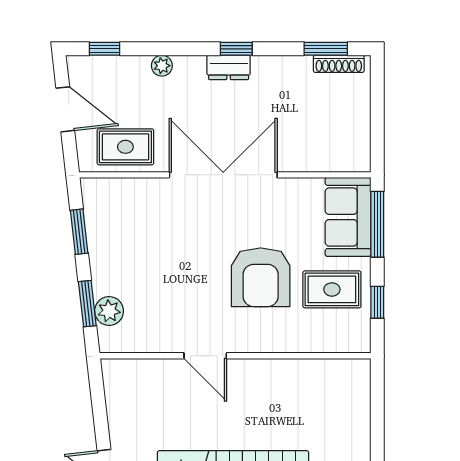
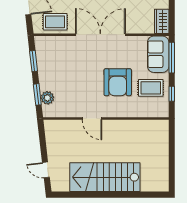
wardrobe: (356, 146) -> (162, 21), added

